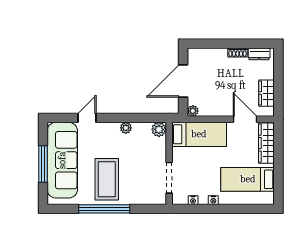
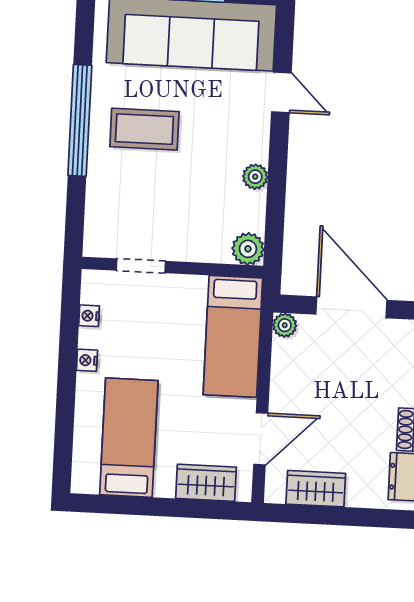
wardrobe: (266, 143) -> (206, 483), width x0.67
doorway: (169, 178) -> (141, 266), width x0.73
coffee table: (107, 179) -> (144, 129), width x0.73, depth x0.76

